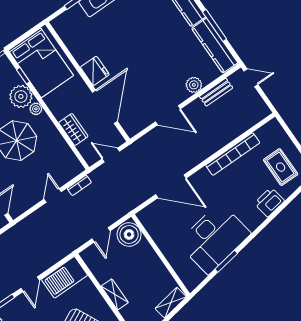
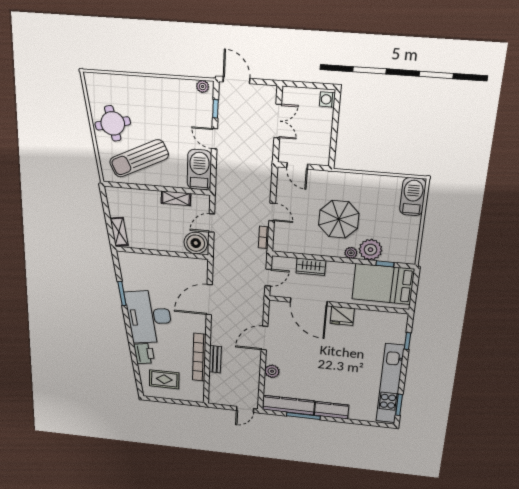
bench: (216, 92) -> (215, 359), moved
door: (101, 235) -> (212, 223), hinge flipped
desk: (214, 238) -> (149, 317), moved
shelving: (115, 294) -> (176, 198), moved

